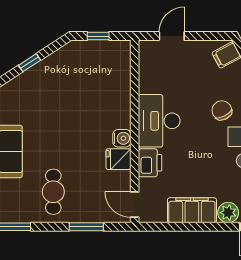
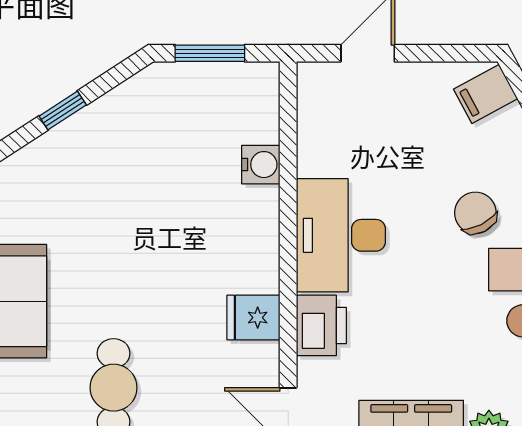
window: (98, 36) -> (210, 53), width x1.50
water cooler: (122, 138) -> (261, 165), moved

